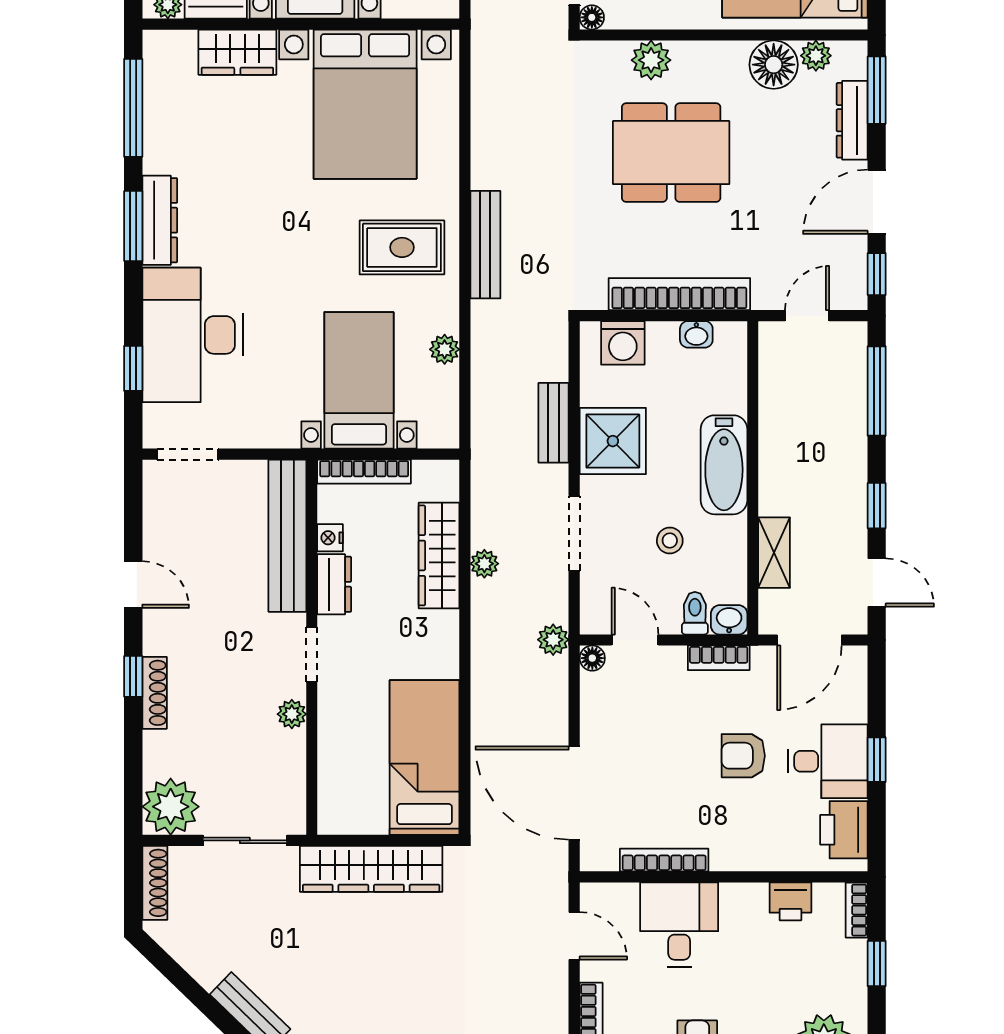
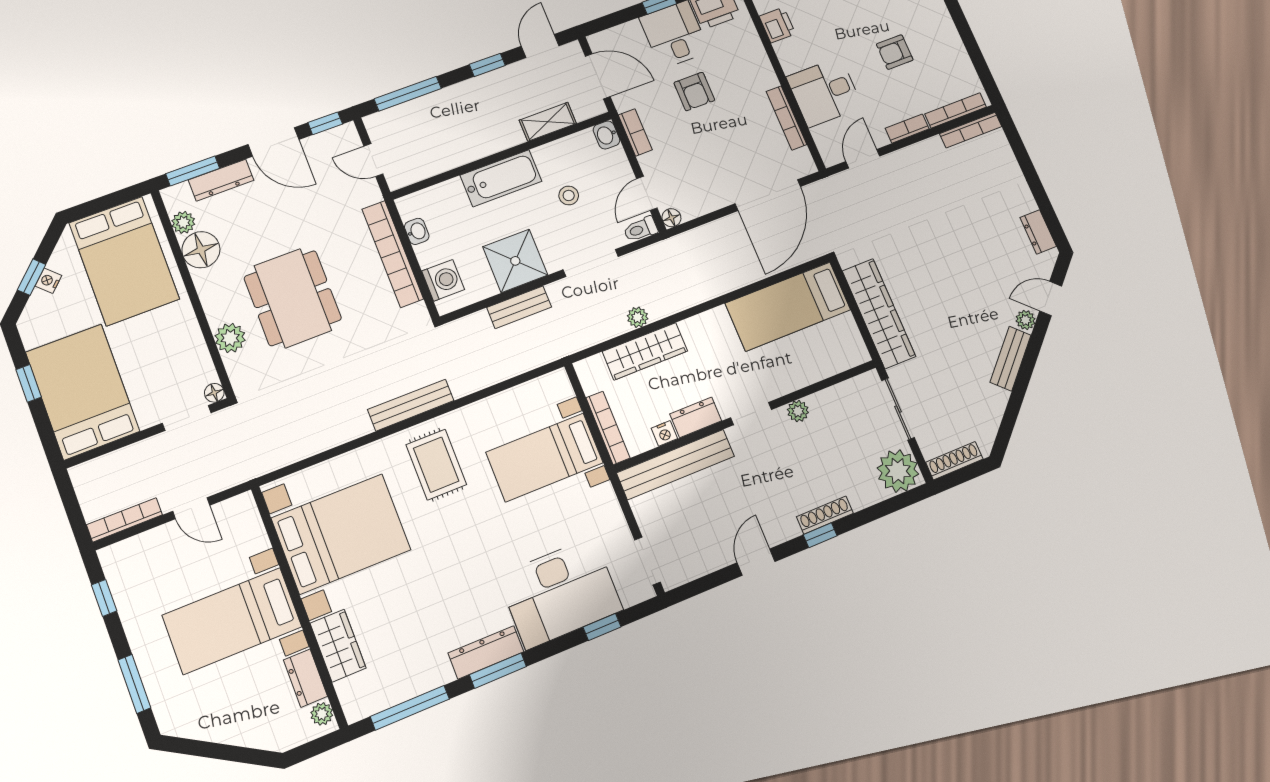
plant: (445, 349) -> (498, 405), removed
toilet: (695, 613) -> (641, 229), moved
plant: (553, 640) -> (670, 249), removed

